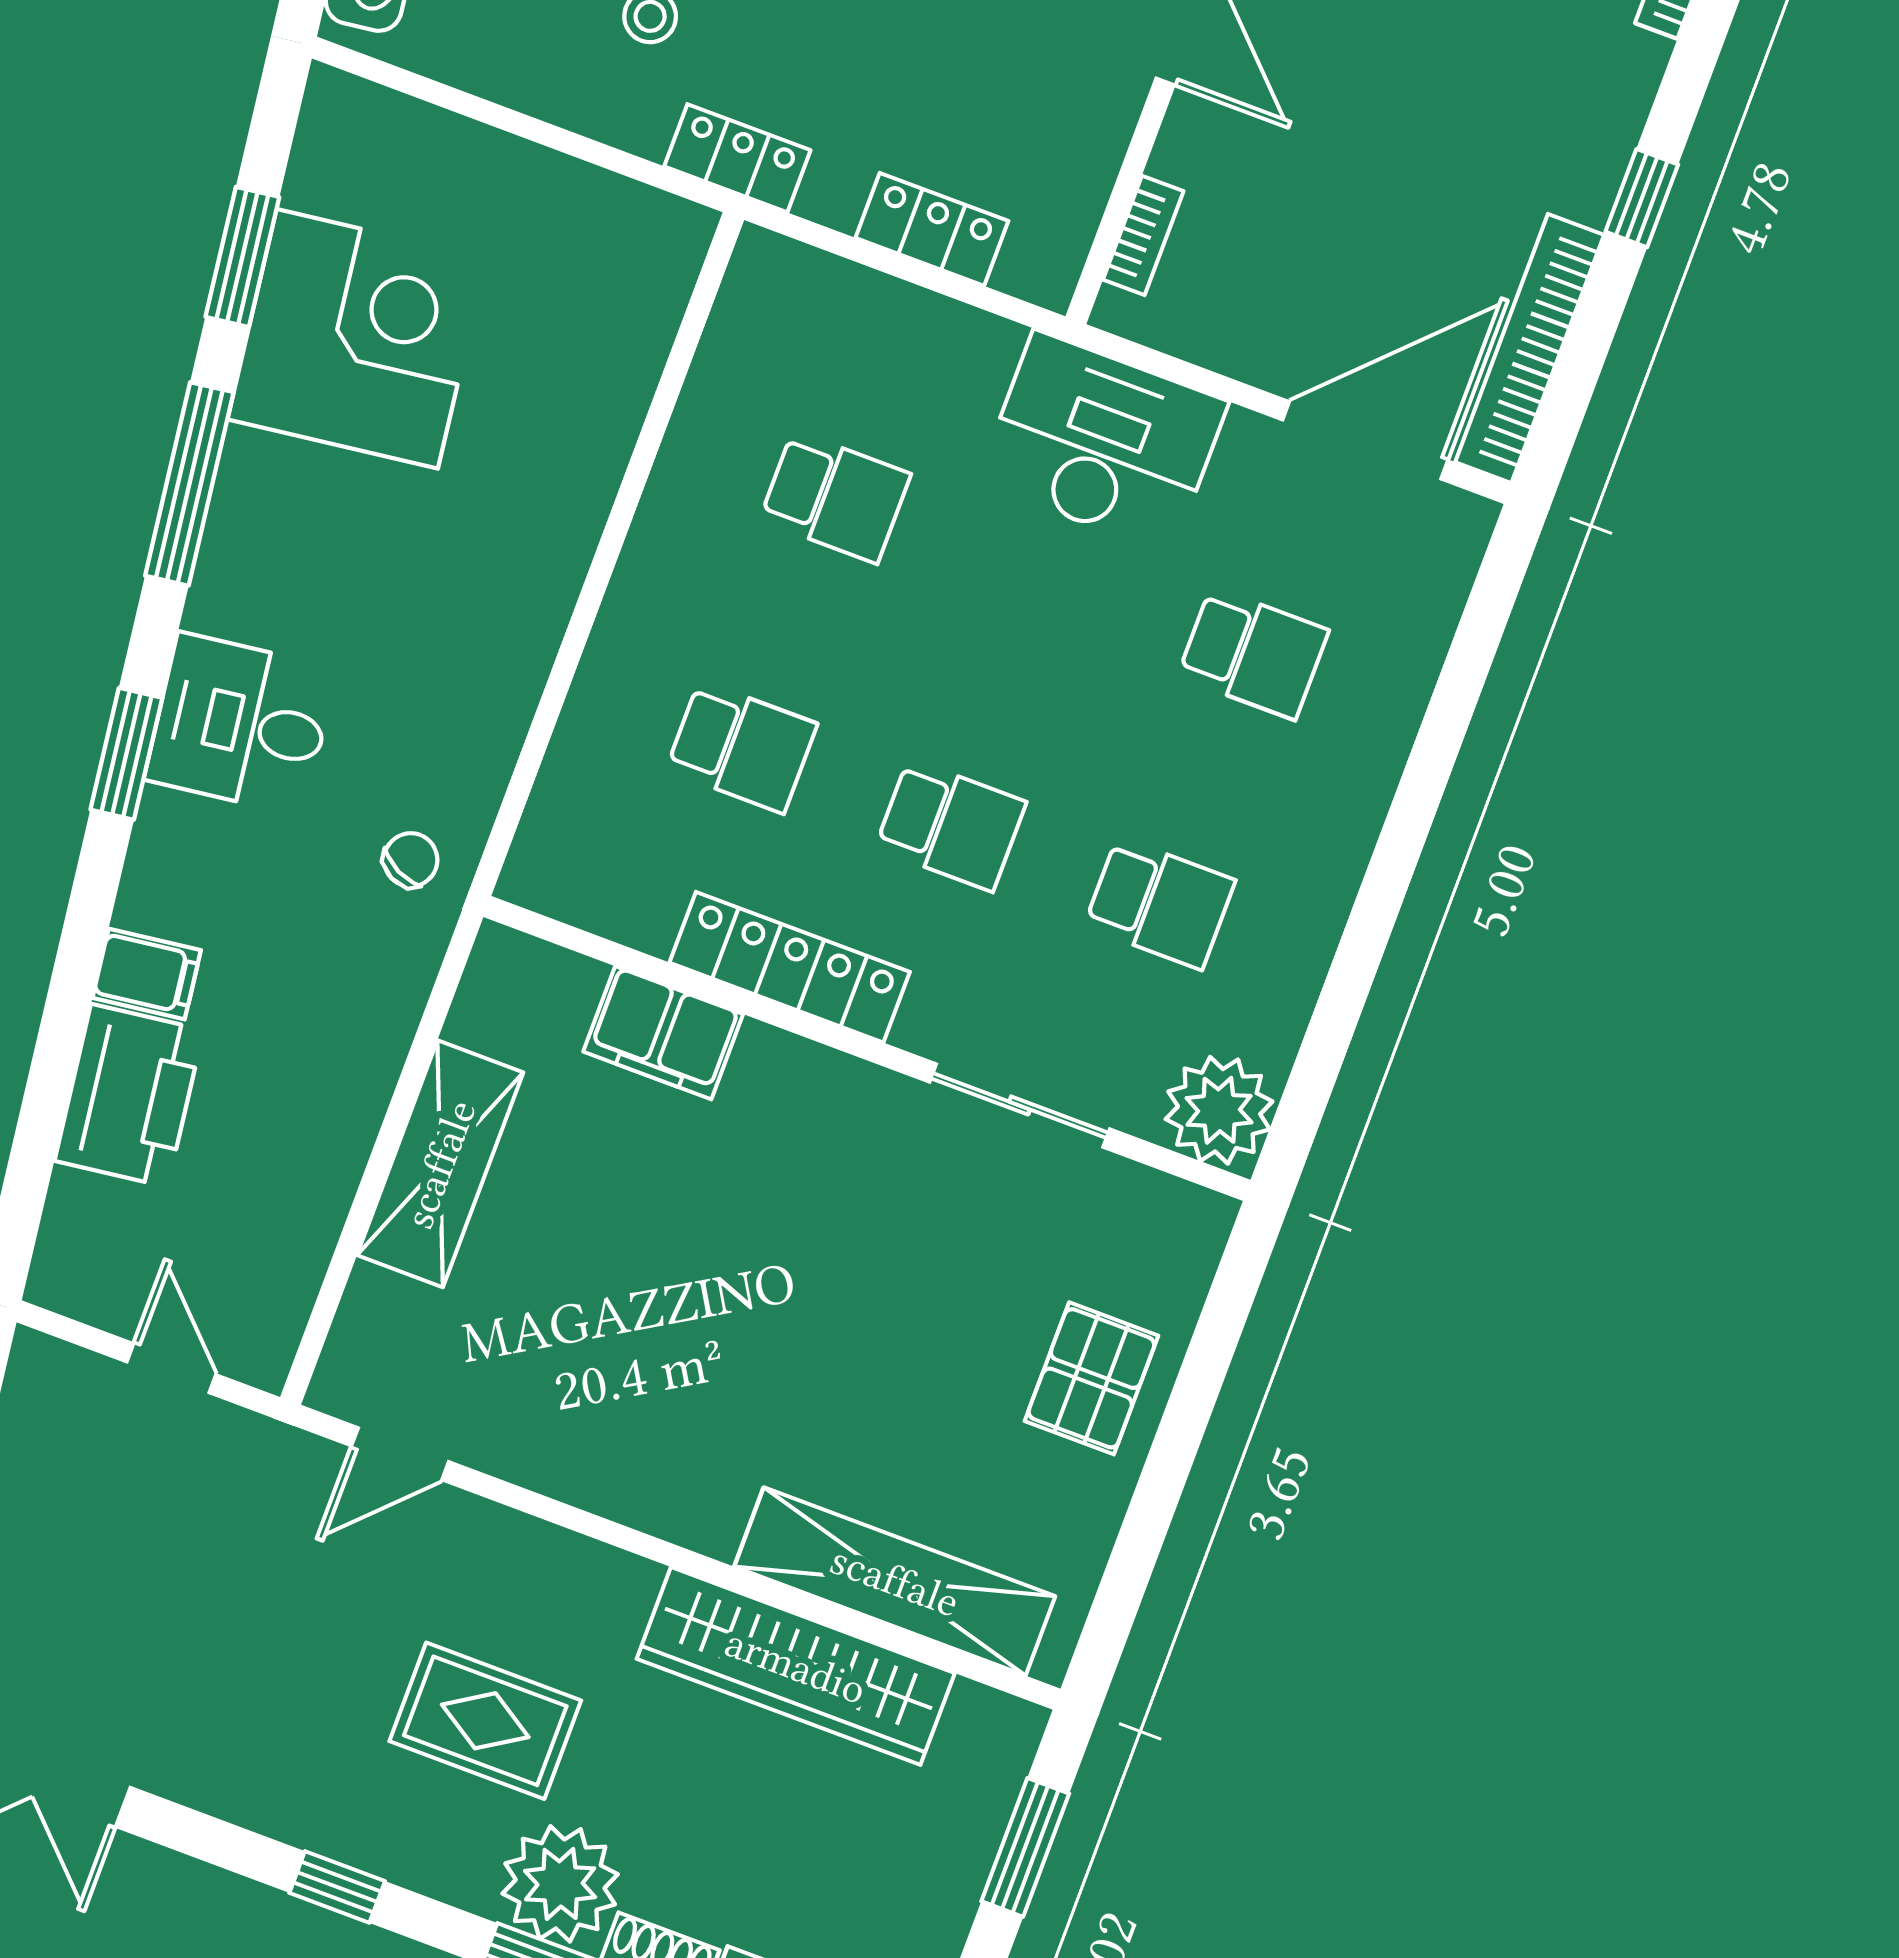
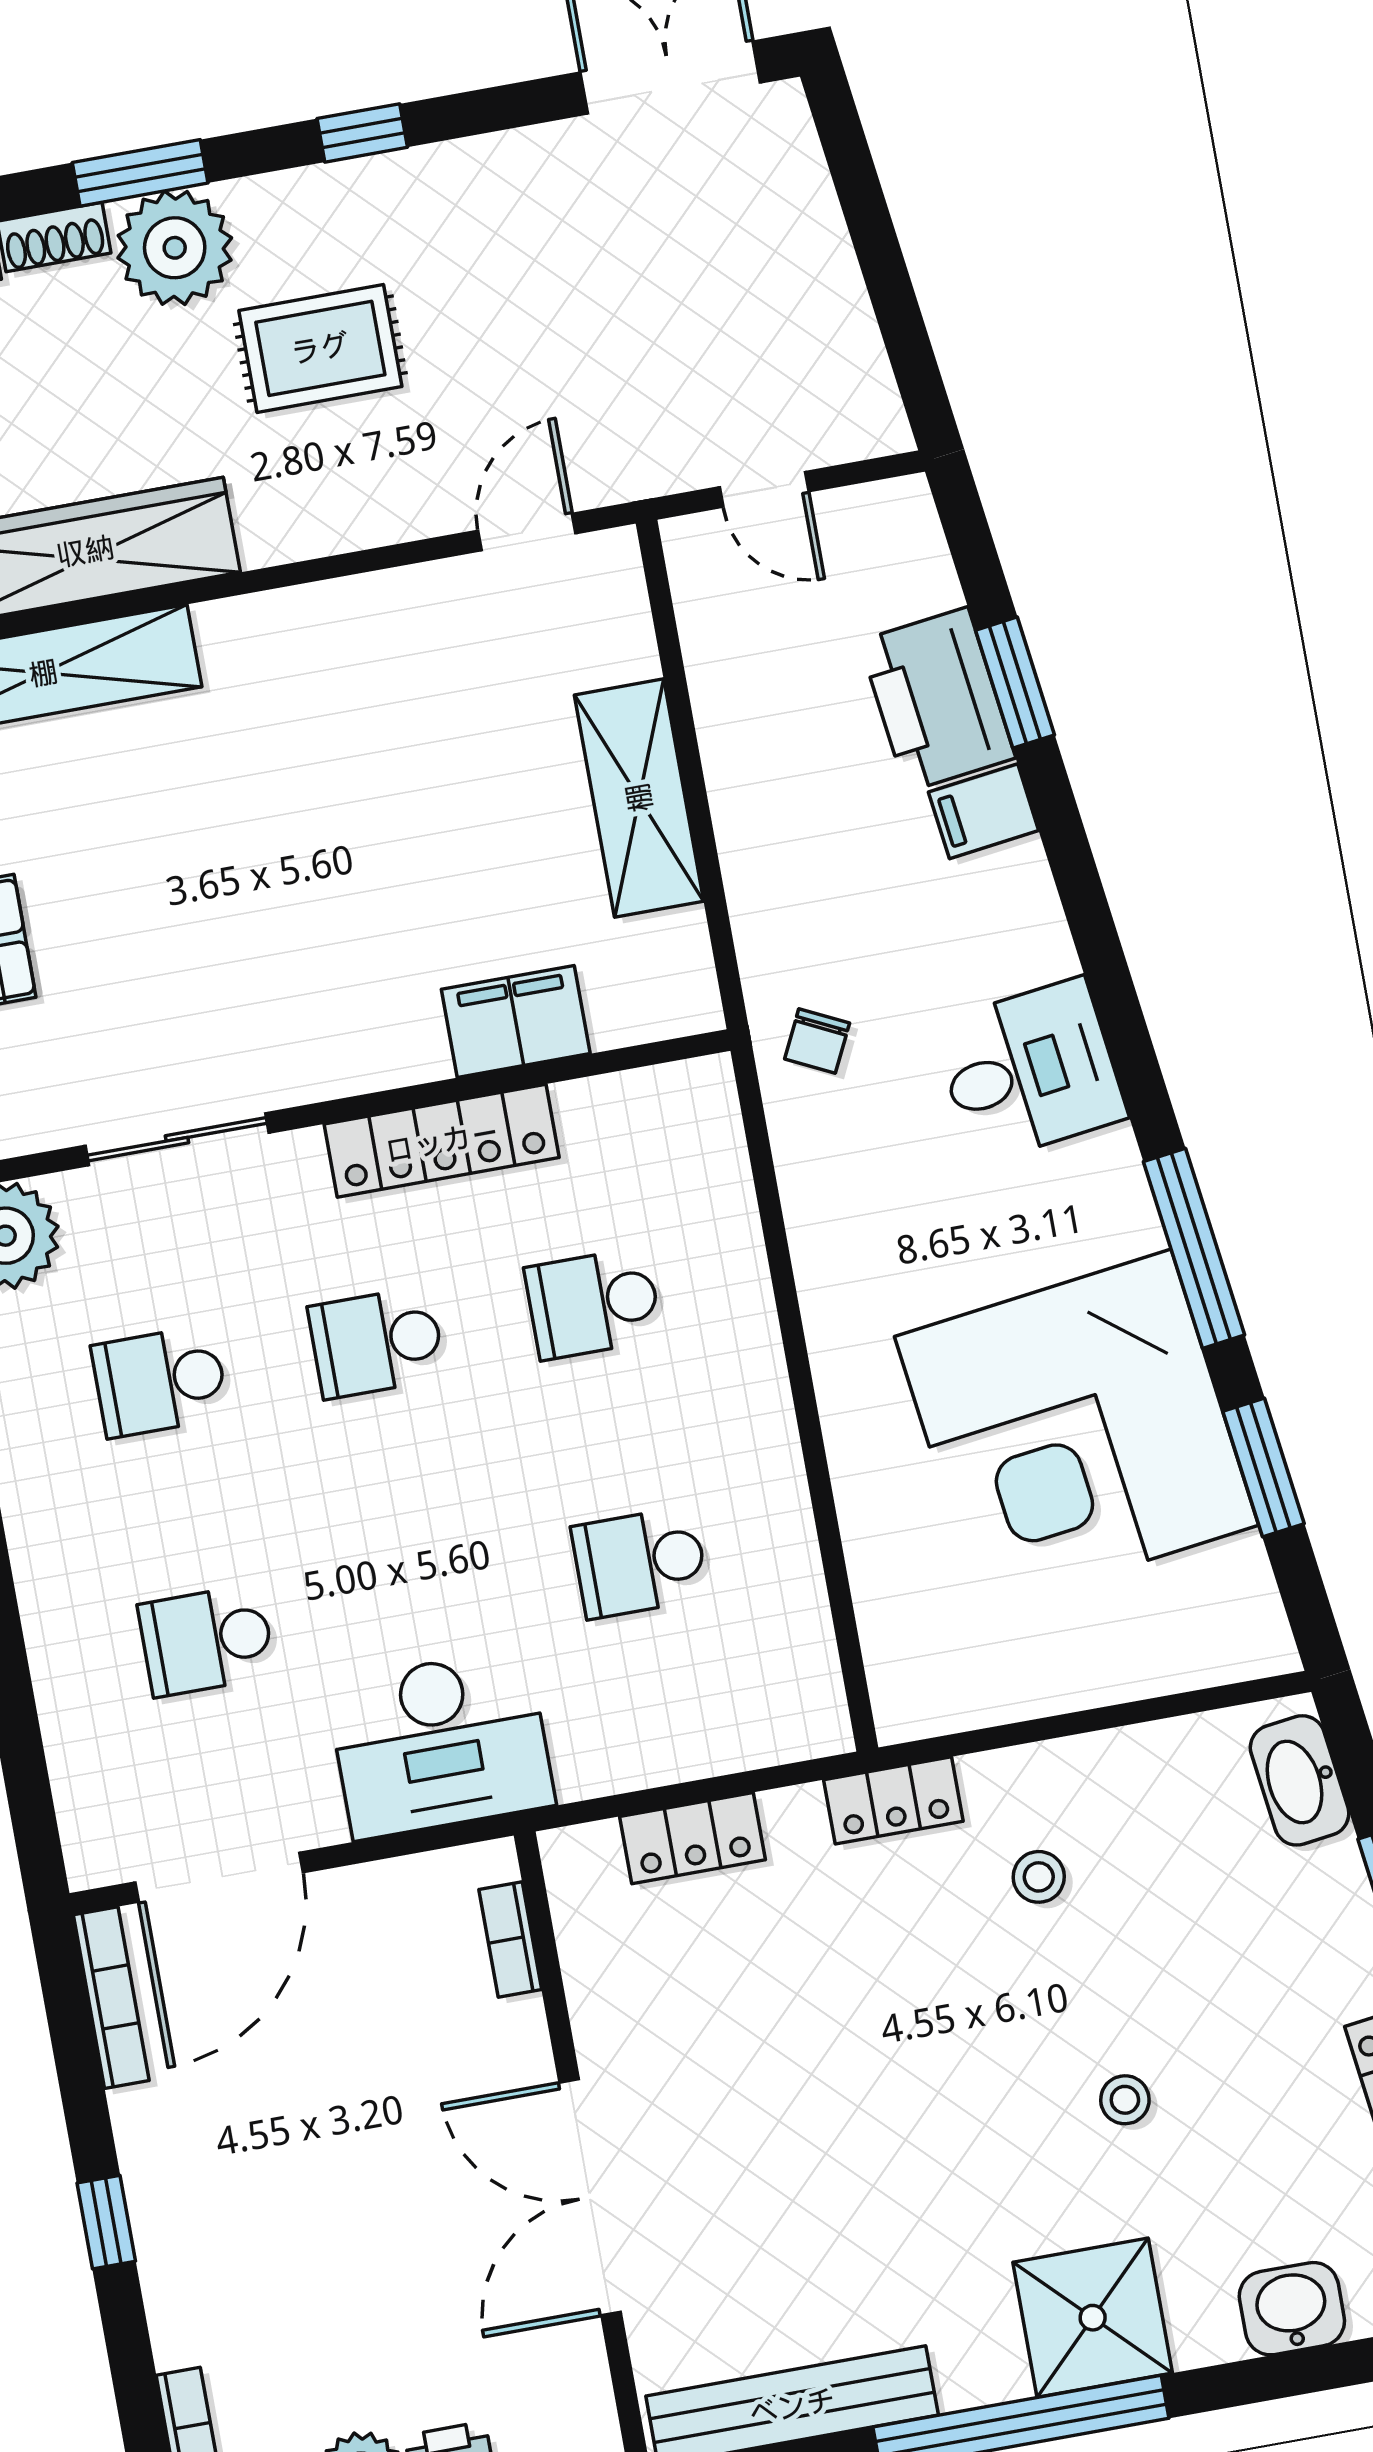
corner desk: (357, 339) -> (1077, 1431), width x1.36, depth x1.36
bookcase: (1530, 349) -> (111, 1998), width x0.68, depth x0.76
window: (126, 754) -> (1015, 683), moved

